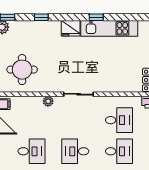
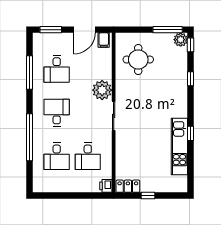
fridge: (71, 28) -> (180, 108), removed
plant: (48, 101) -> (102, 90), width x1.88, depth x1.88

